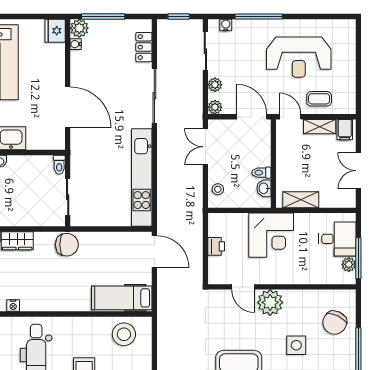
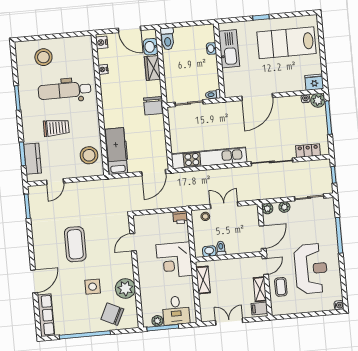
water cooler: (226, 25) -> (339, 305), moved
reception desk: (299, 57) -> (311, 269), turned 180
double door: (205, 147) -> (224, 205), moved
printer: (216, 246) -> (180, 217), moved
plant: (270, 302) -> (125, 288), moved

